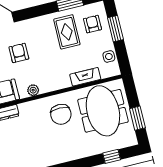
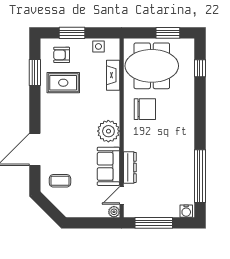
armchair: (19, 53) -> (73, 136), removed
plant: (33, 90) -> (108, 131), width x1.88, depth x1.88

